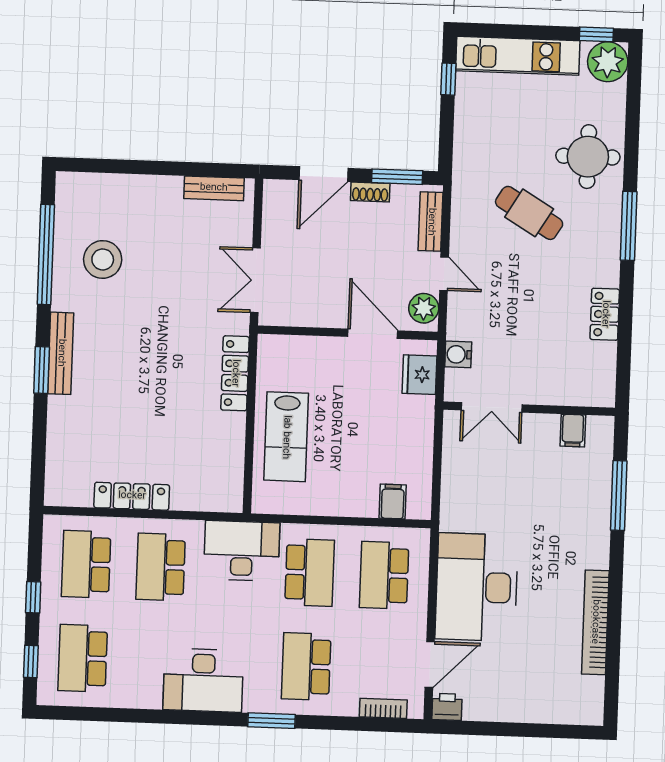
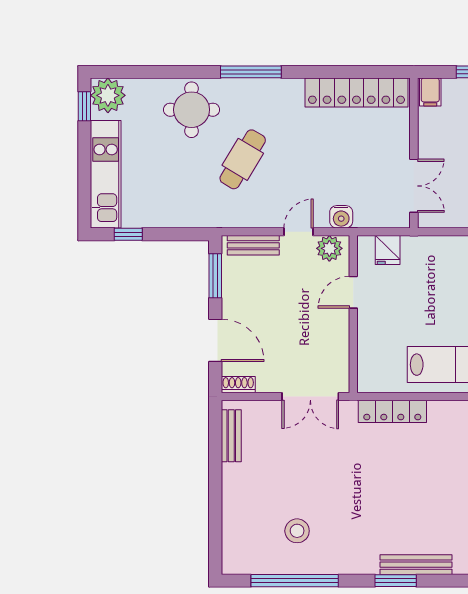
shoe rack: (370, 192) -> (238, 385), moved, turned -90
stool: (103, 259) -> (297, 531), width x0.73, depth x0.73
locker: (605, 314) -> (356, 92), width x2.16, depth x1.21
door: (373, 334) -> (353, 292), width x0.73
bench: (61, 353) -> (416, 565), moved
water cooler: (458, 354) -> (341, 217), moved
fridge: (420, 375) -> (388, 250), width x0.72
filing cabinet: (573, 431) -> (430, 92), moved, turned 90

